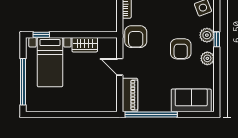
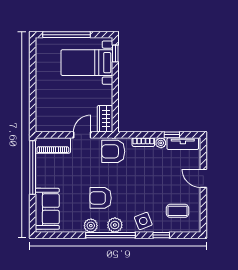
window: (217, 39) -> (110, 235), width x3.17
wardrobe: (85, 45) -> (105, 119), moved

